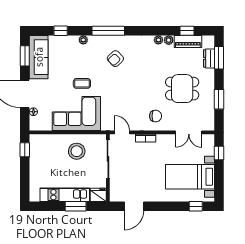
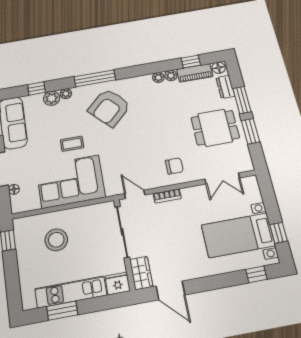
floor lamp: (208, 41) -> (219, 68), added
plant: (71, 42) -> (52, 98), added
window: (219, 58) -> (242, 100), moved
armchair: (115, 59) -> (109, 108), width x1.88, depth x1.88
dining table: (182, 89) -> (215, 128), moved
stool: (77, 151) -> (56, 240), moved
window: (219, 153) -> (279, 233), moved
wardrobe: (116, 191) -> (141, 273), added
window: (76, 206) -> (62, 311), moved
door: (134, 206) -> (170, 290), hinge flipped

